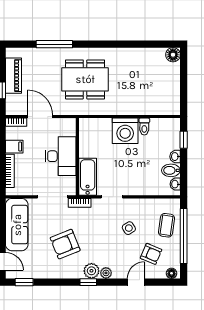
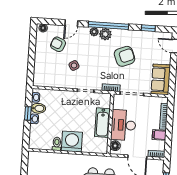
floor lamp: (70, 129) -> (115, 146), added
window: (184, 140) -> (28, 113), moved
bathtub: (88, 177) -> (103, 123), moved
sofa: (17, 225) -> (161, 79), width x0.73
coffee table: (167, 225) -> (45, 66), removed
window: (184, 236) -> (32, 57), removed
window: (24, 282) -> (148, 28), moved
window: (88, 282) -> (108, 26), width x3.17

